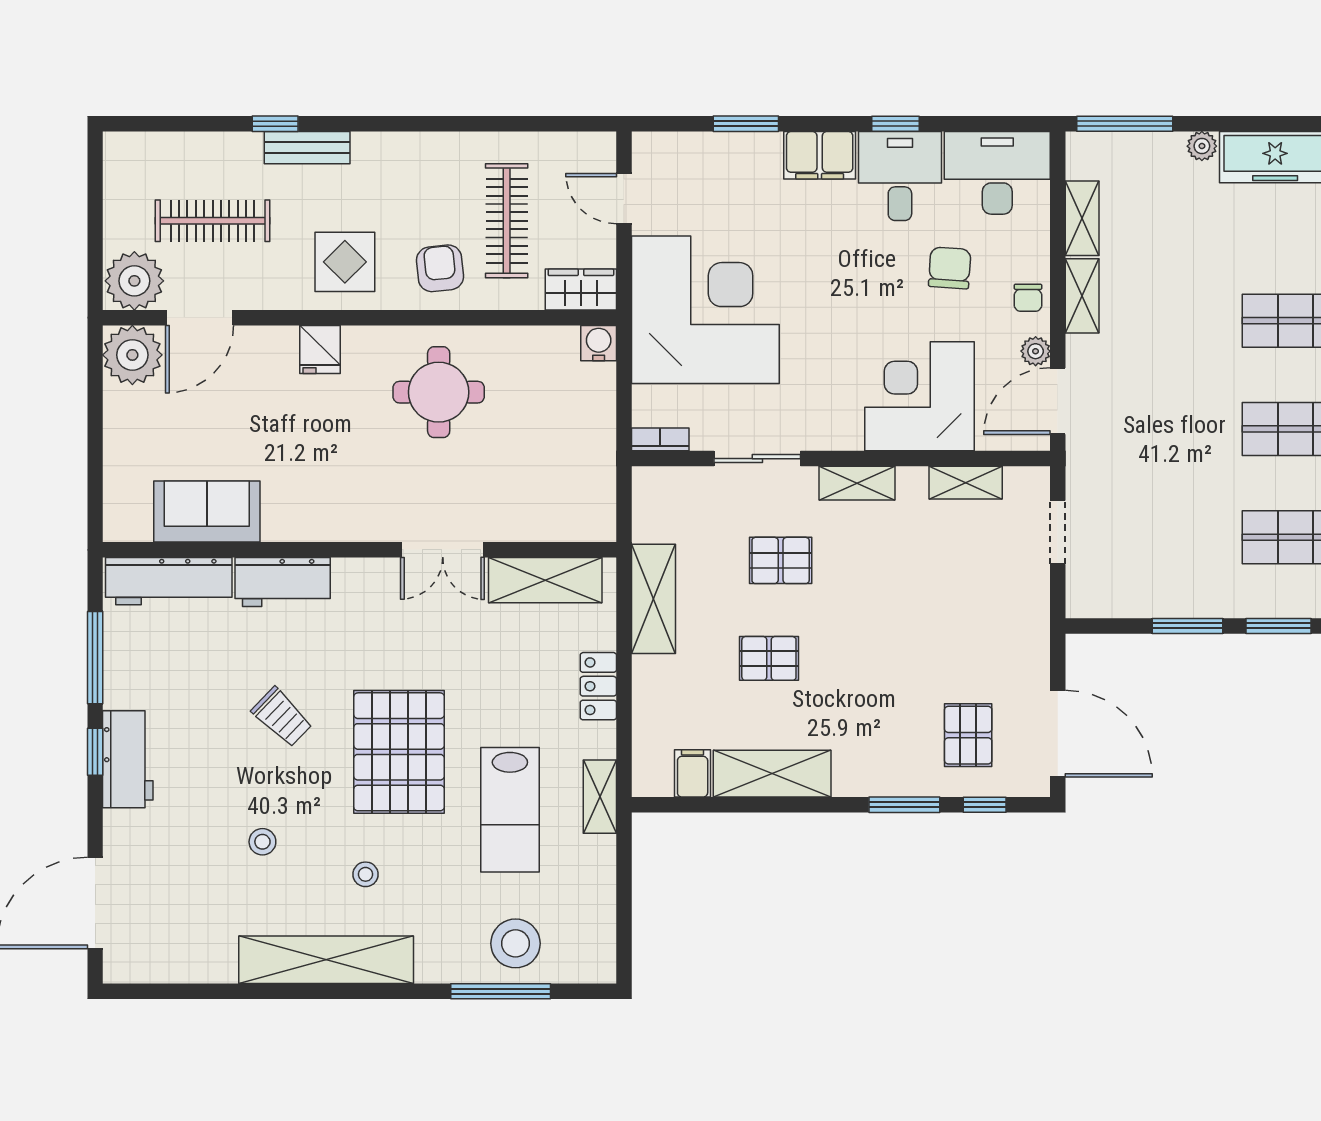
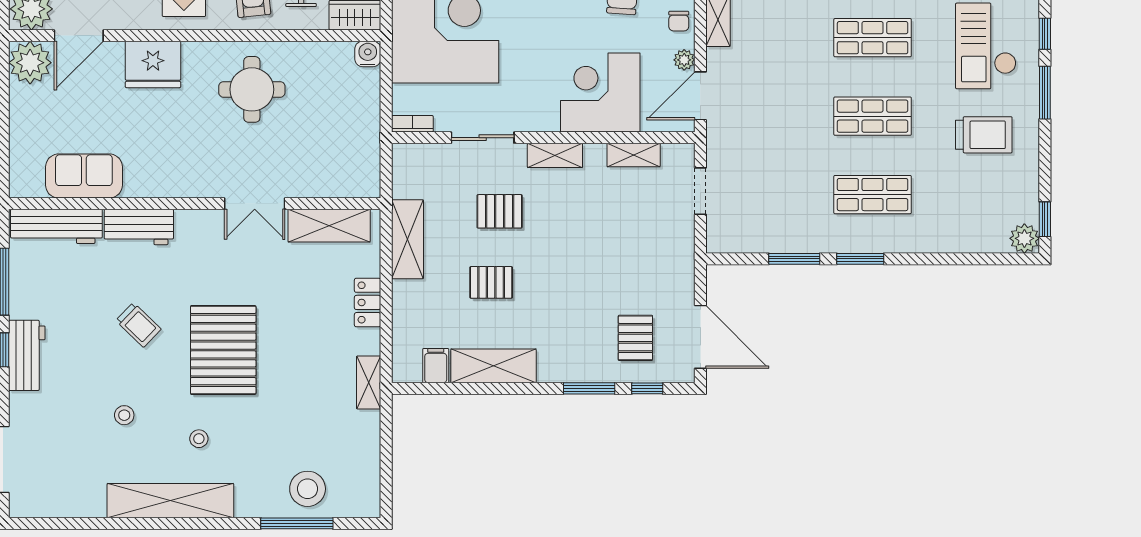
fridge: (320, 349) -> (153, 64), width x1.88, depth x1.34
lab bench: (510, 810) -> (303, 392), removed

